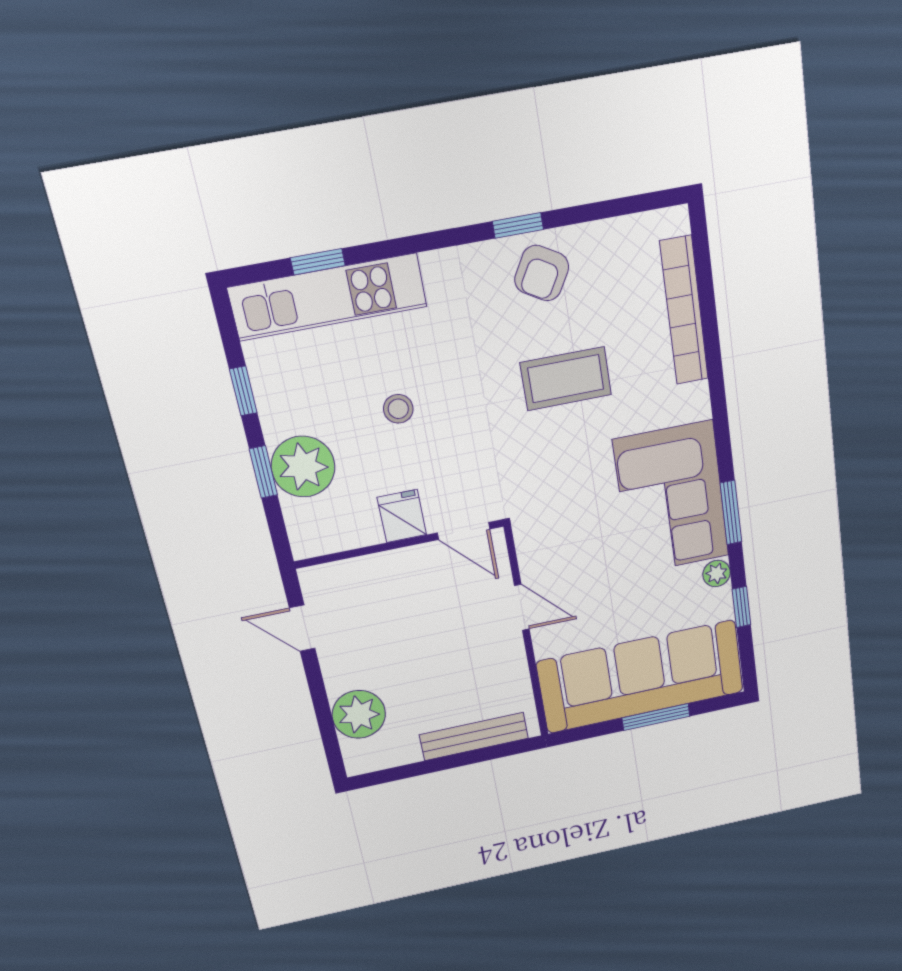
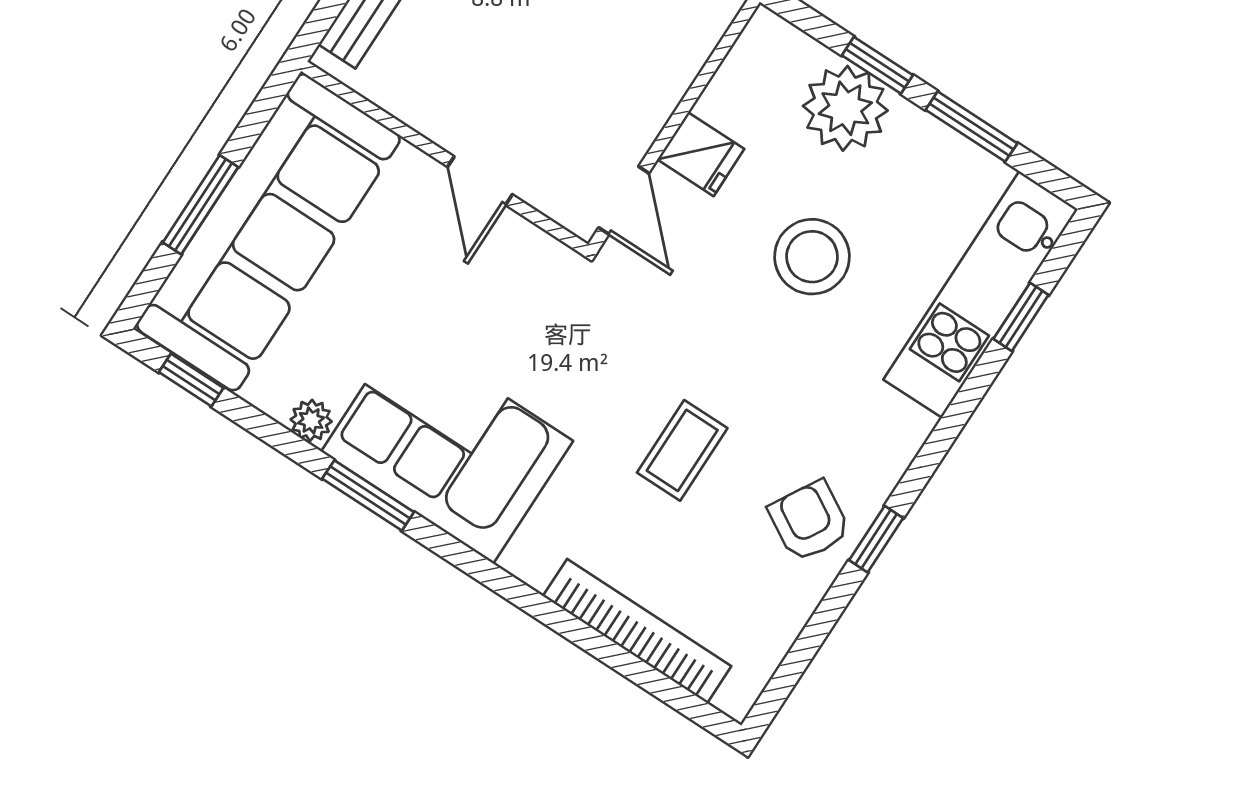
coffee table: (566, 379) -> (682, 450), width x0.73, depth x0.77
window: (243, 391) -> (971, 127), width x1.50
stool: (398, 409) -> (812, 257), width x1.89, depth x1.89
door: (464, 531) -> (624, 200), swing flipped
door: (522, 607) -> (480, 181), hinge flipped
window: (741, 607) -> (191, 380), moved

